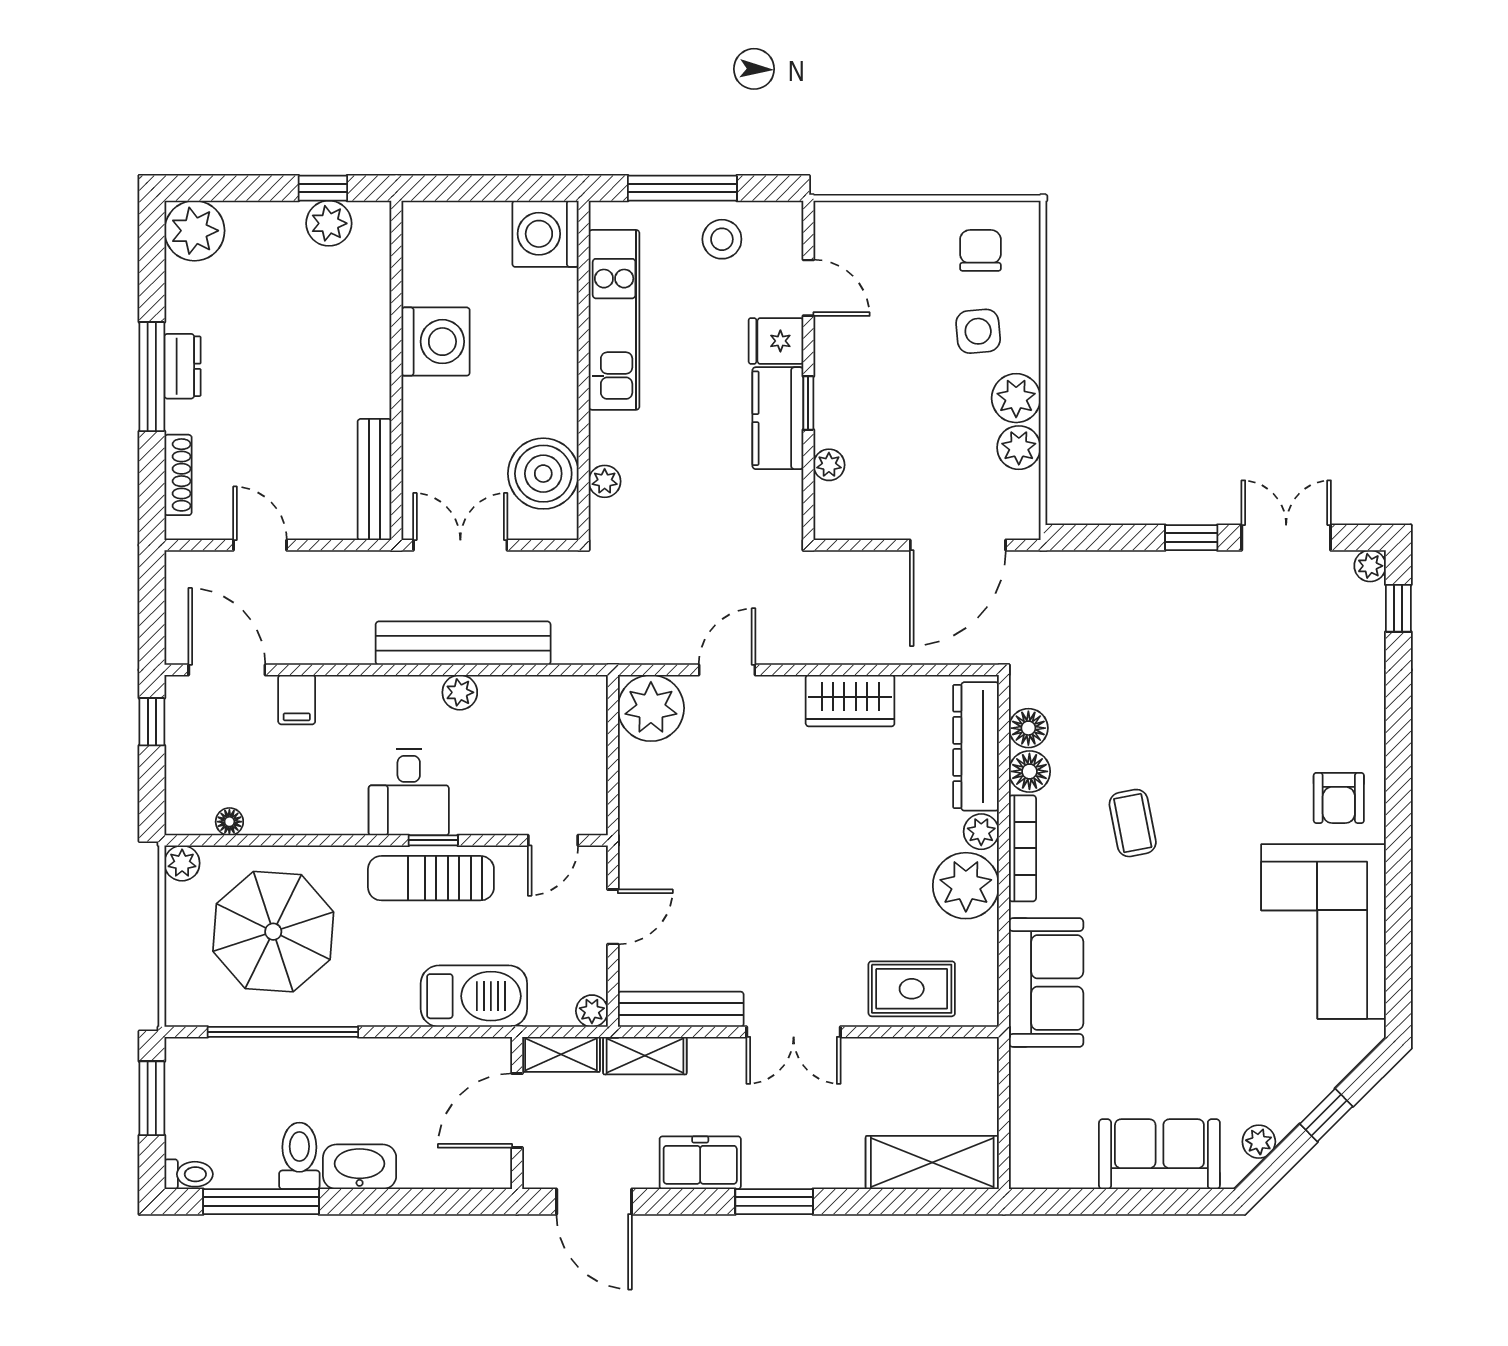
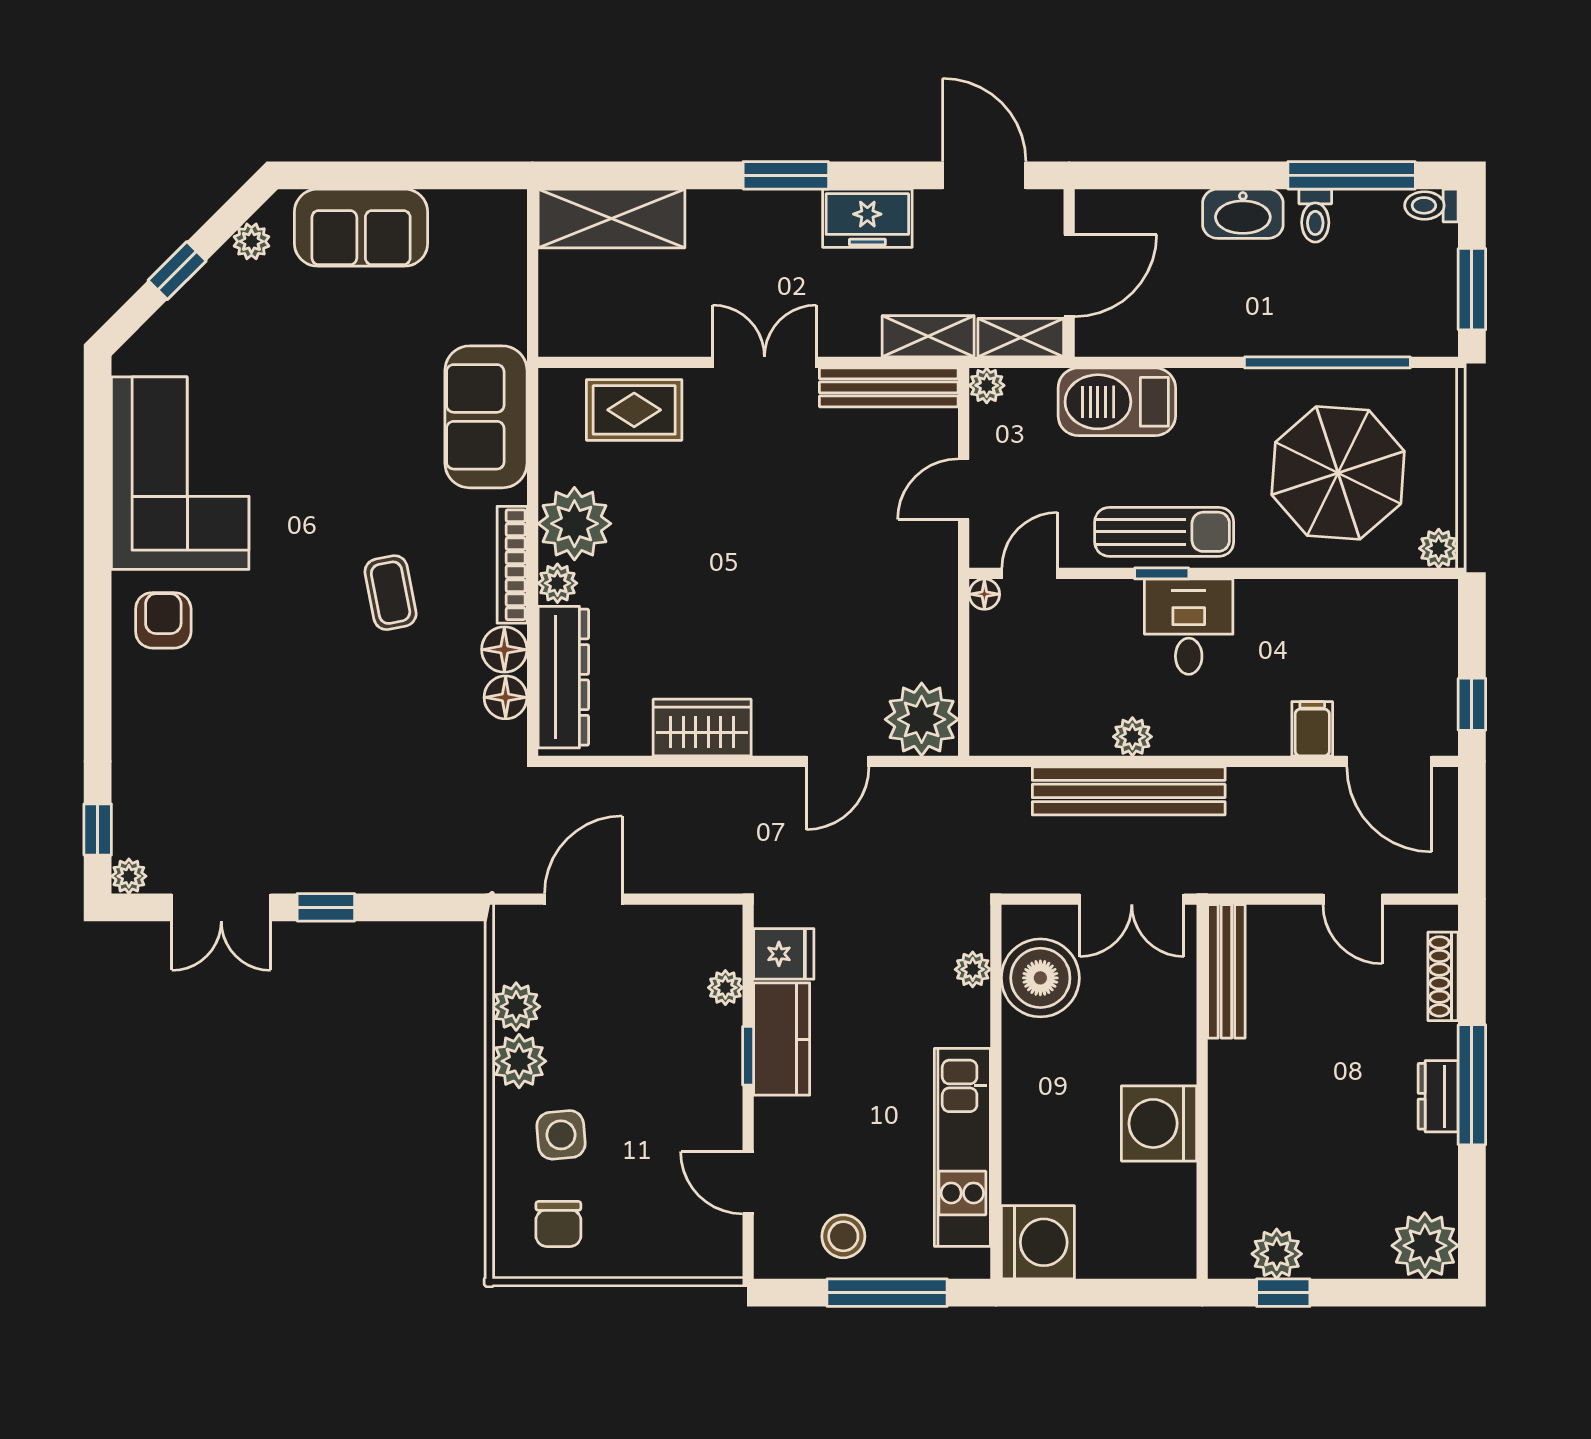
fridge: (776, 341) -> (784, 954), moved
door: (958, 545) -> (583, 899), width x0.73
floor lamp: (229, 822) -> (984, 594), moved
toilet: (299, 1156) -> (1315, 216), width x0.73, depth x0.72

